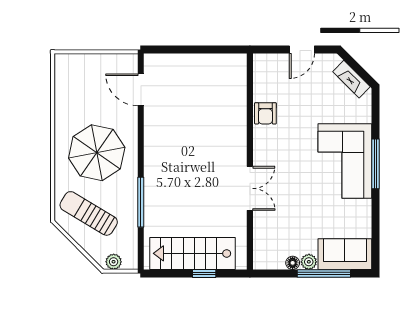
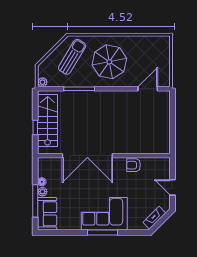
double door: (250, 188) -> (87, 156), width x1.87
plant: (114, 262) -> (43, 82), moved

